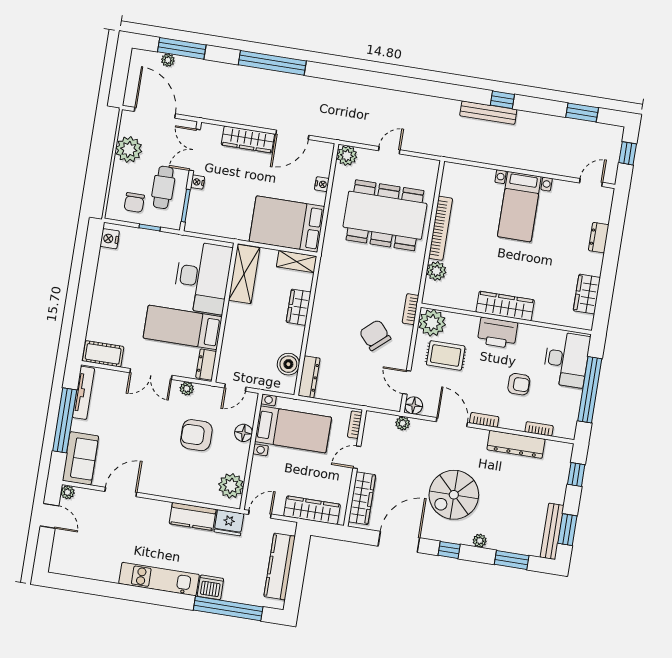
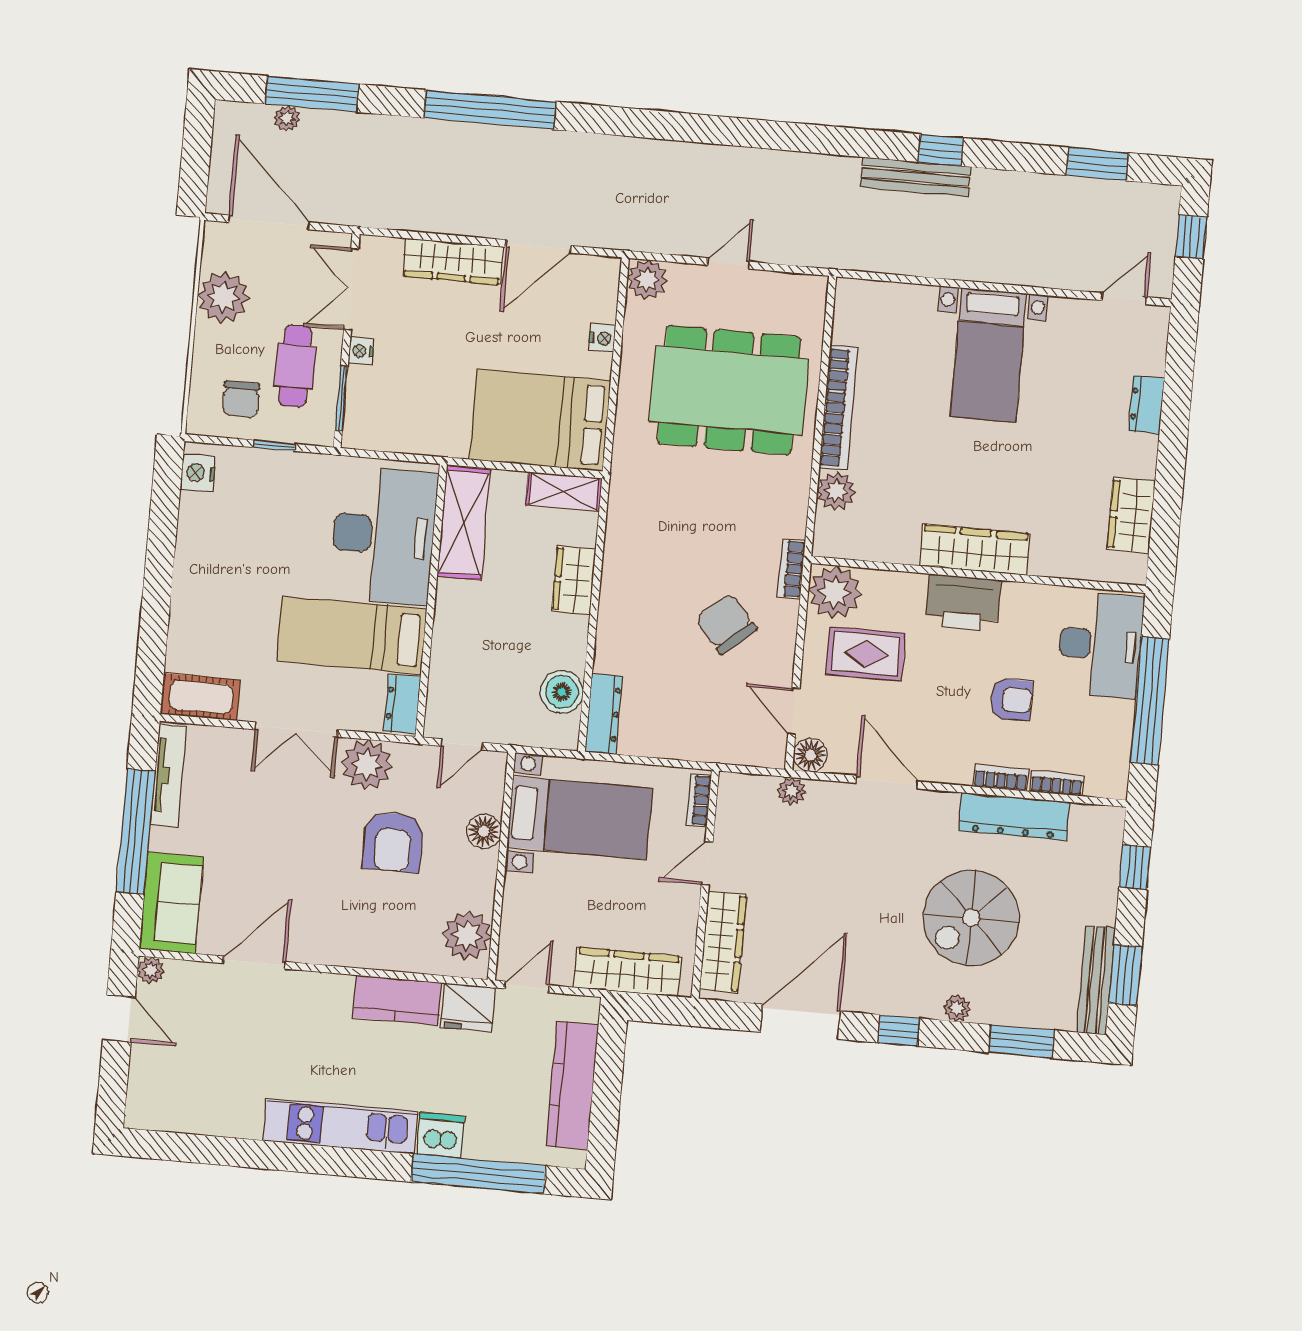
plant: (187, 389) -> (367, 765), width x1.88, depth x1.88
bookcase: (484, 420) -> (1001, 778), moved
armchair: (196, 435) -> (393, 842), turned -90
spiral stairs: (454, 495) -> (971, 918), moved

